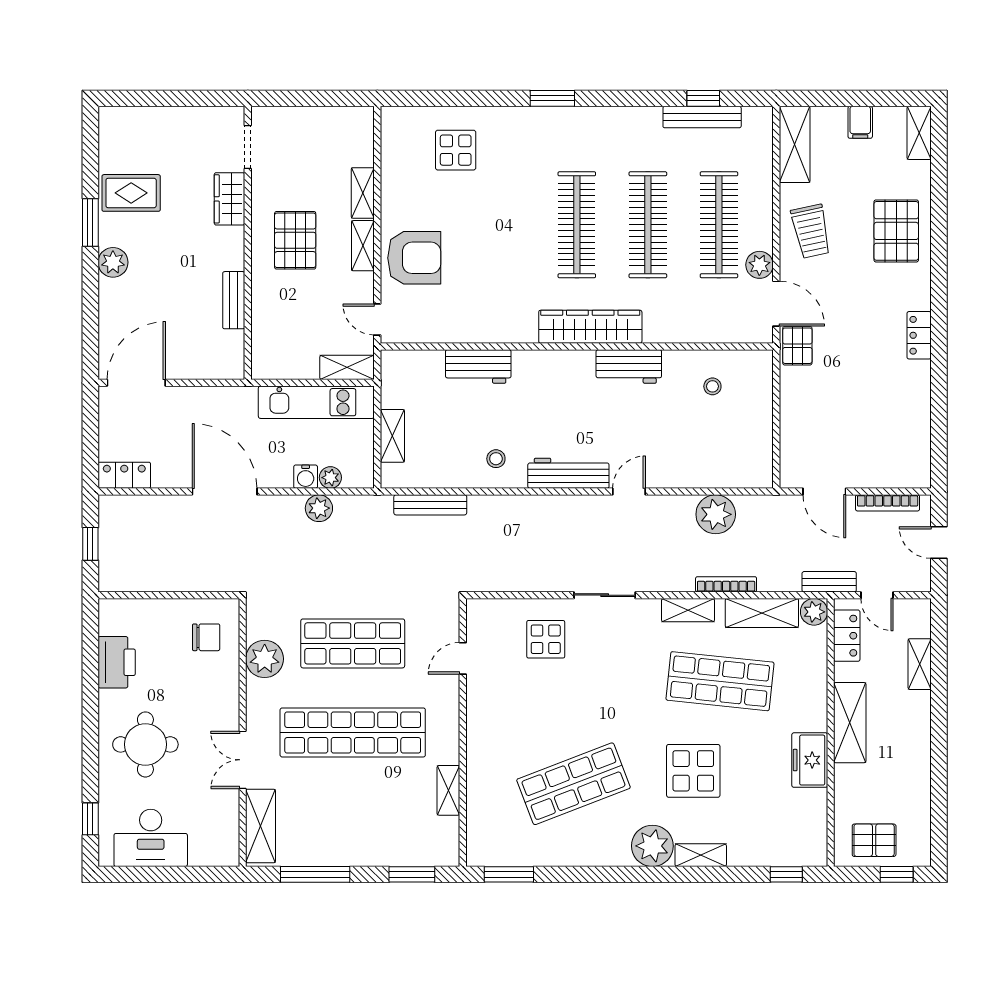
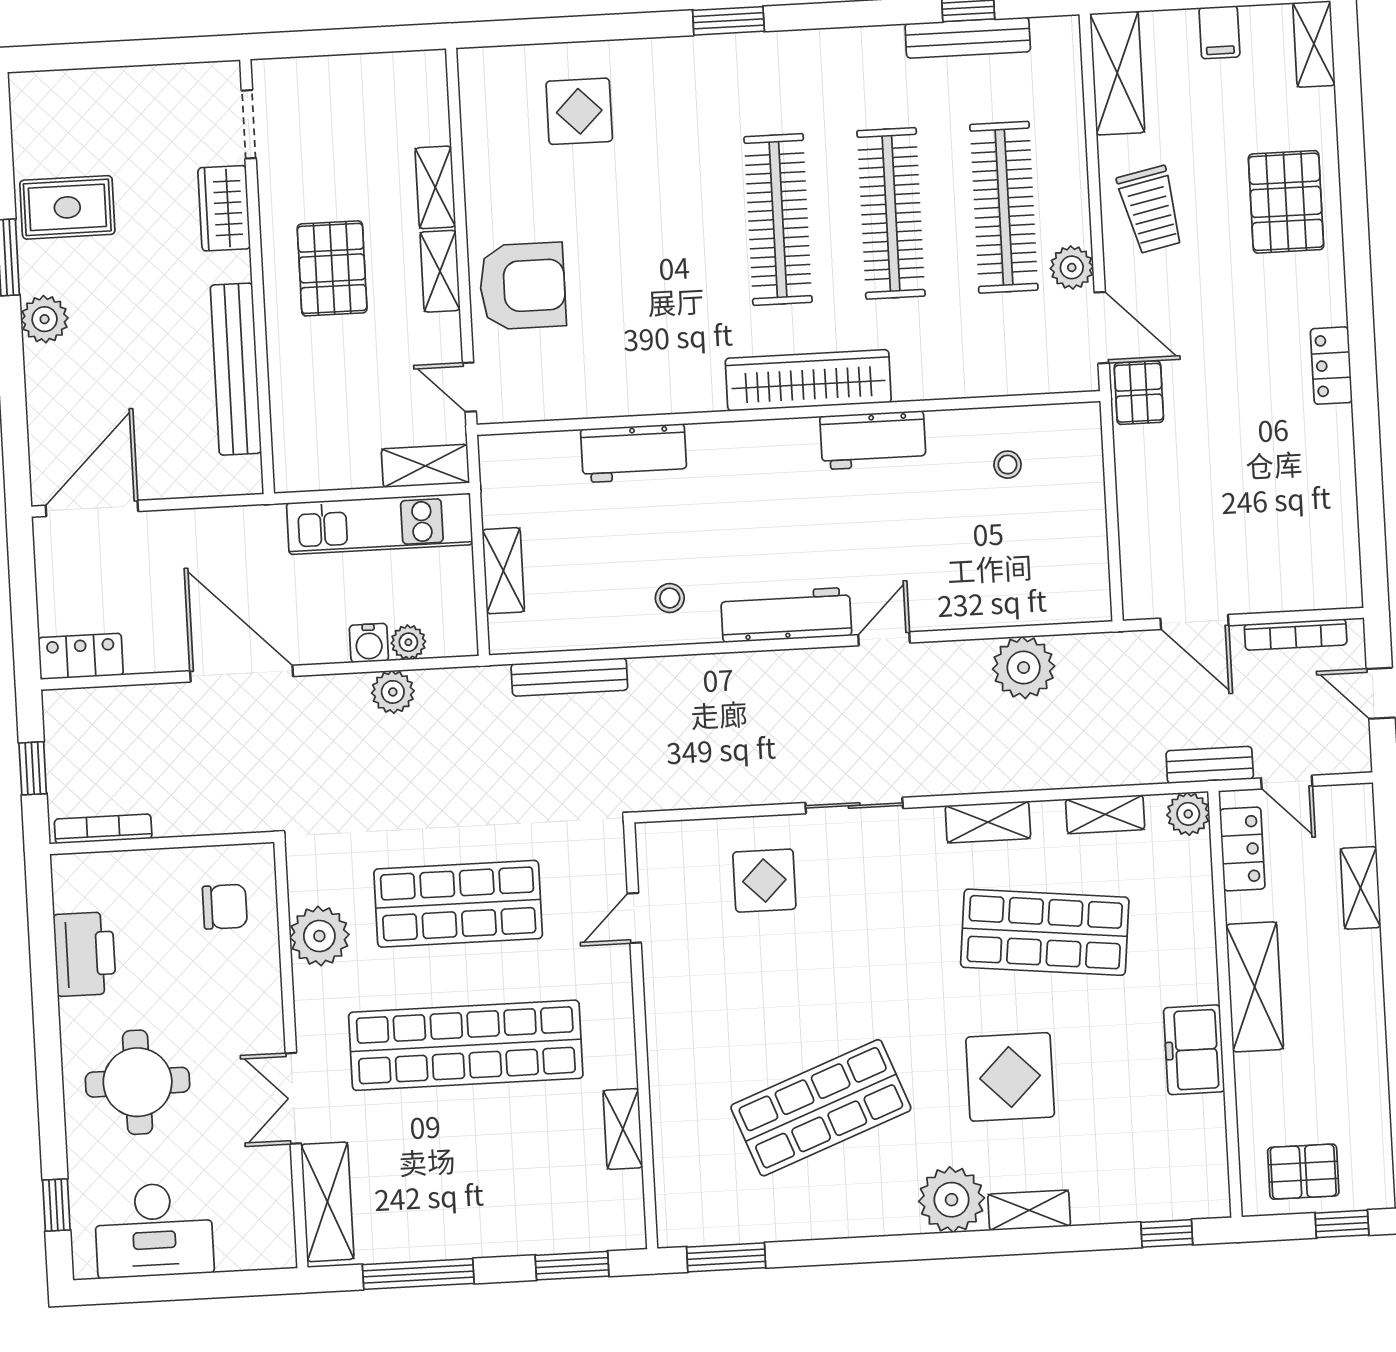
bench: (234, 300) -> (236, 369), width x1.86, depth x1.21
bookcase: (726, 584) -> (103, 829), moved
shelving: (762, 613) -> (1105, 814), width x0.67, depth x0.75

